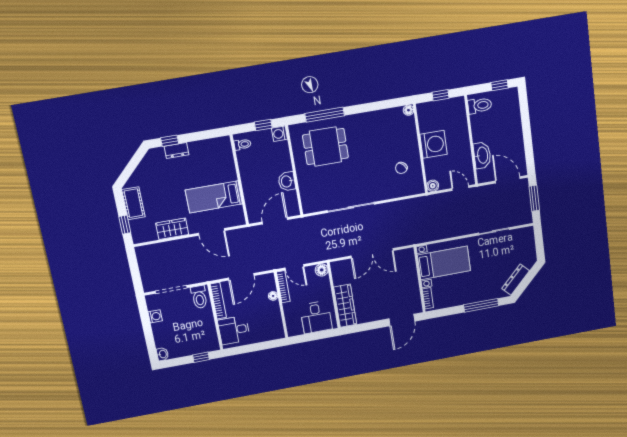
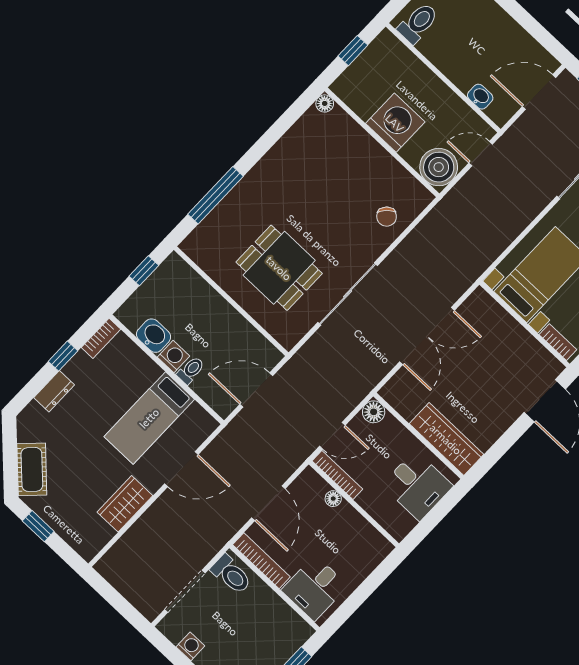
washing machine: (279, 134) -> (174, 357), moved, turned 180
window: (170, 141) -> (63, 356), moved
bookcase: (218, 142) -> (101, 338), added
toilet: (242, 144) -> (191, 370), moved
dining table: (325, 147) -> (279, 268), moved, turned 90
washbasin: (482, 155) -> (480, 97), width x0.52, depth x0.69
chair: (401, 168) -> (387, 217), moved
washbasin: (287, 181) -> (154, 336), moved, turned 180
boiler: (433, 186) -> (439, 167), width x1.86, depth x1.86
cot: (133, 203) -> (32, 469), moved, turned 45
door: (275, 221) -> (256, 390), hinge flipped
window: (125, 225) -> (38, 526), moved

